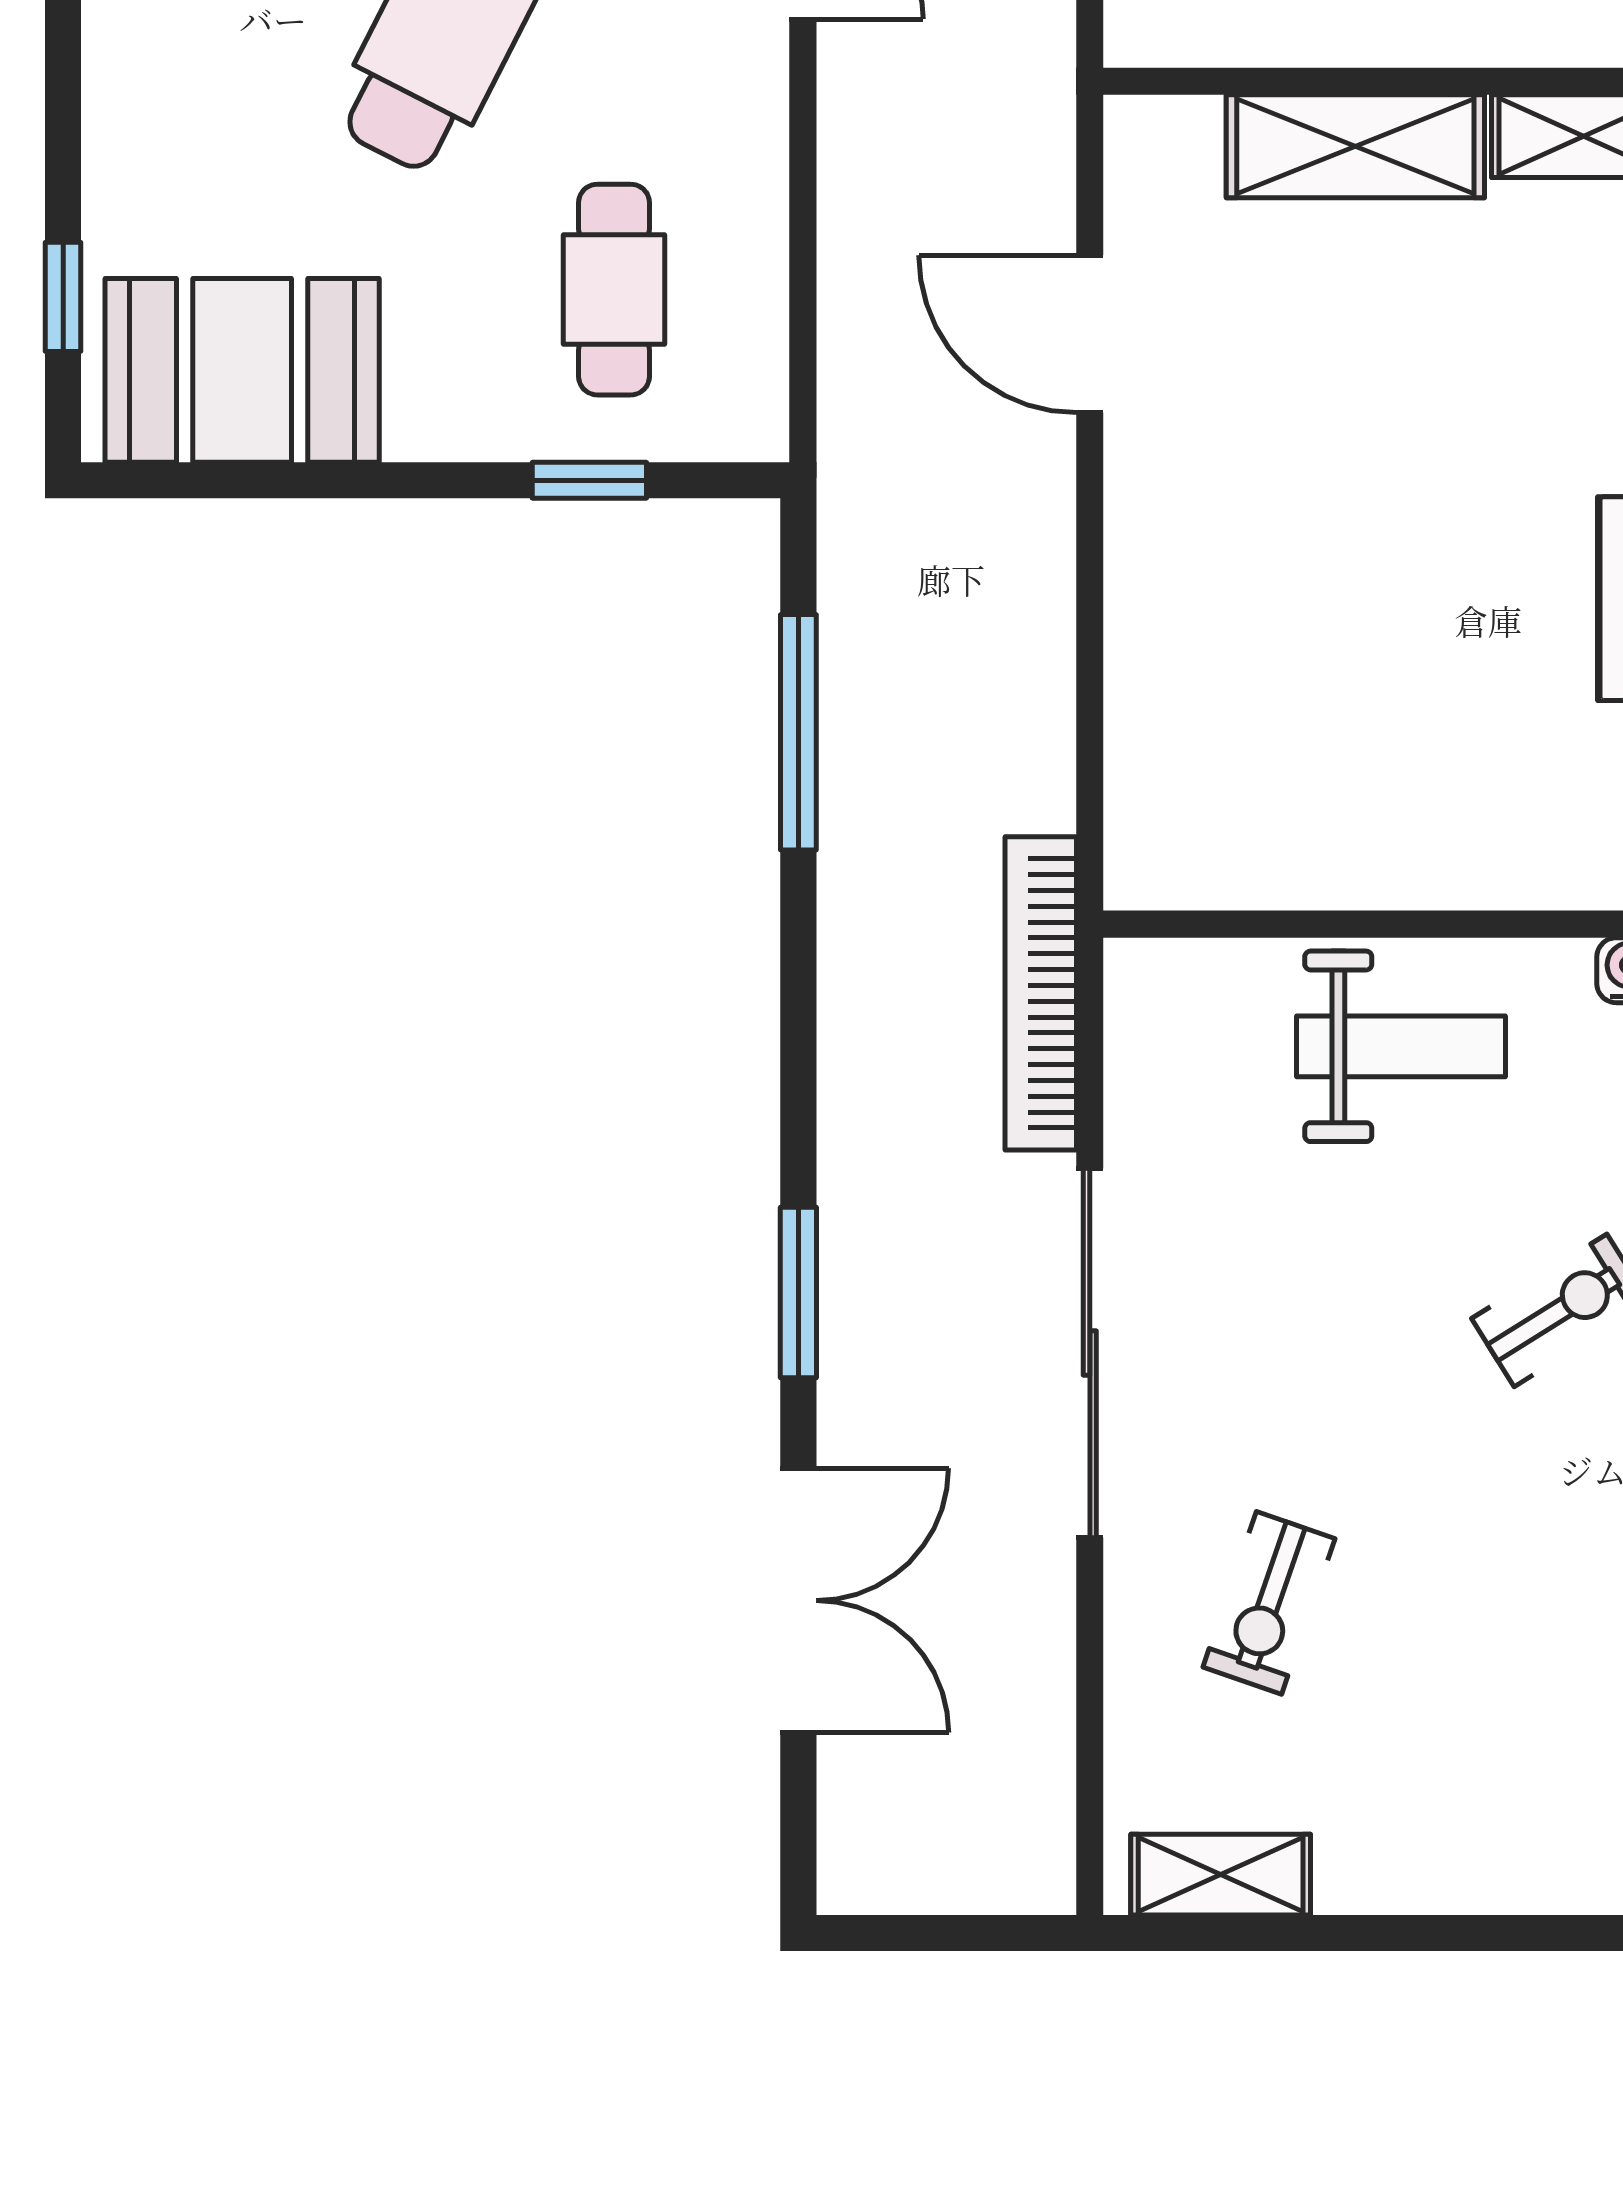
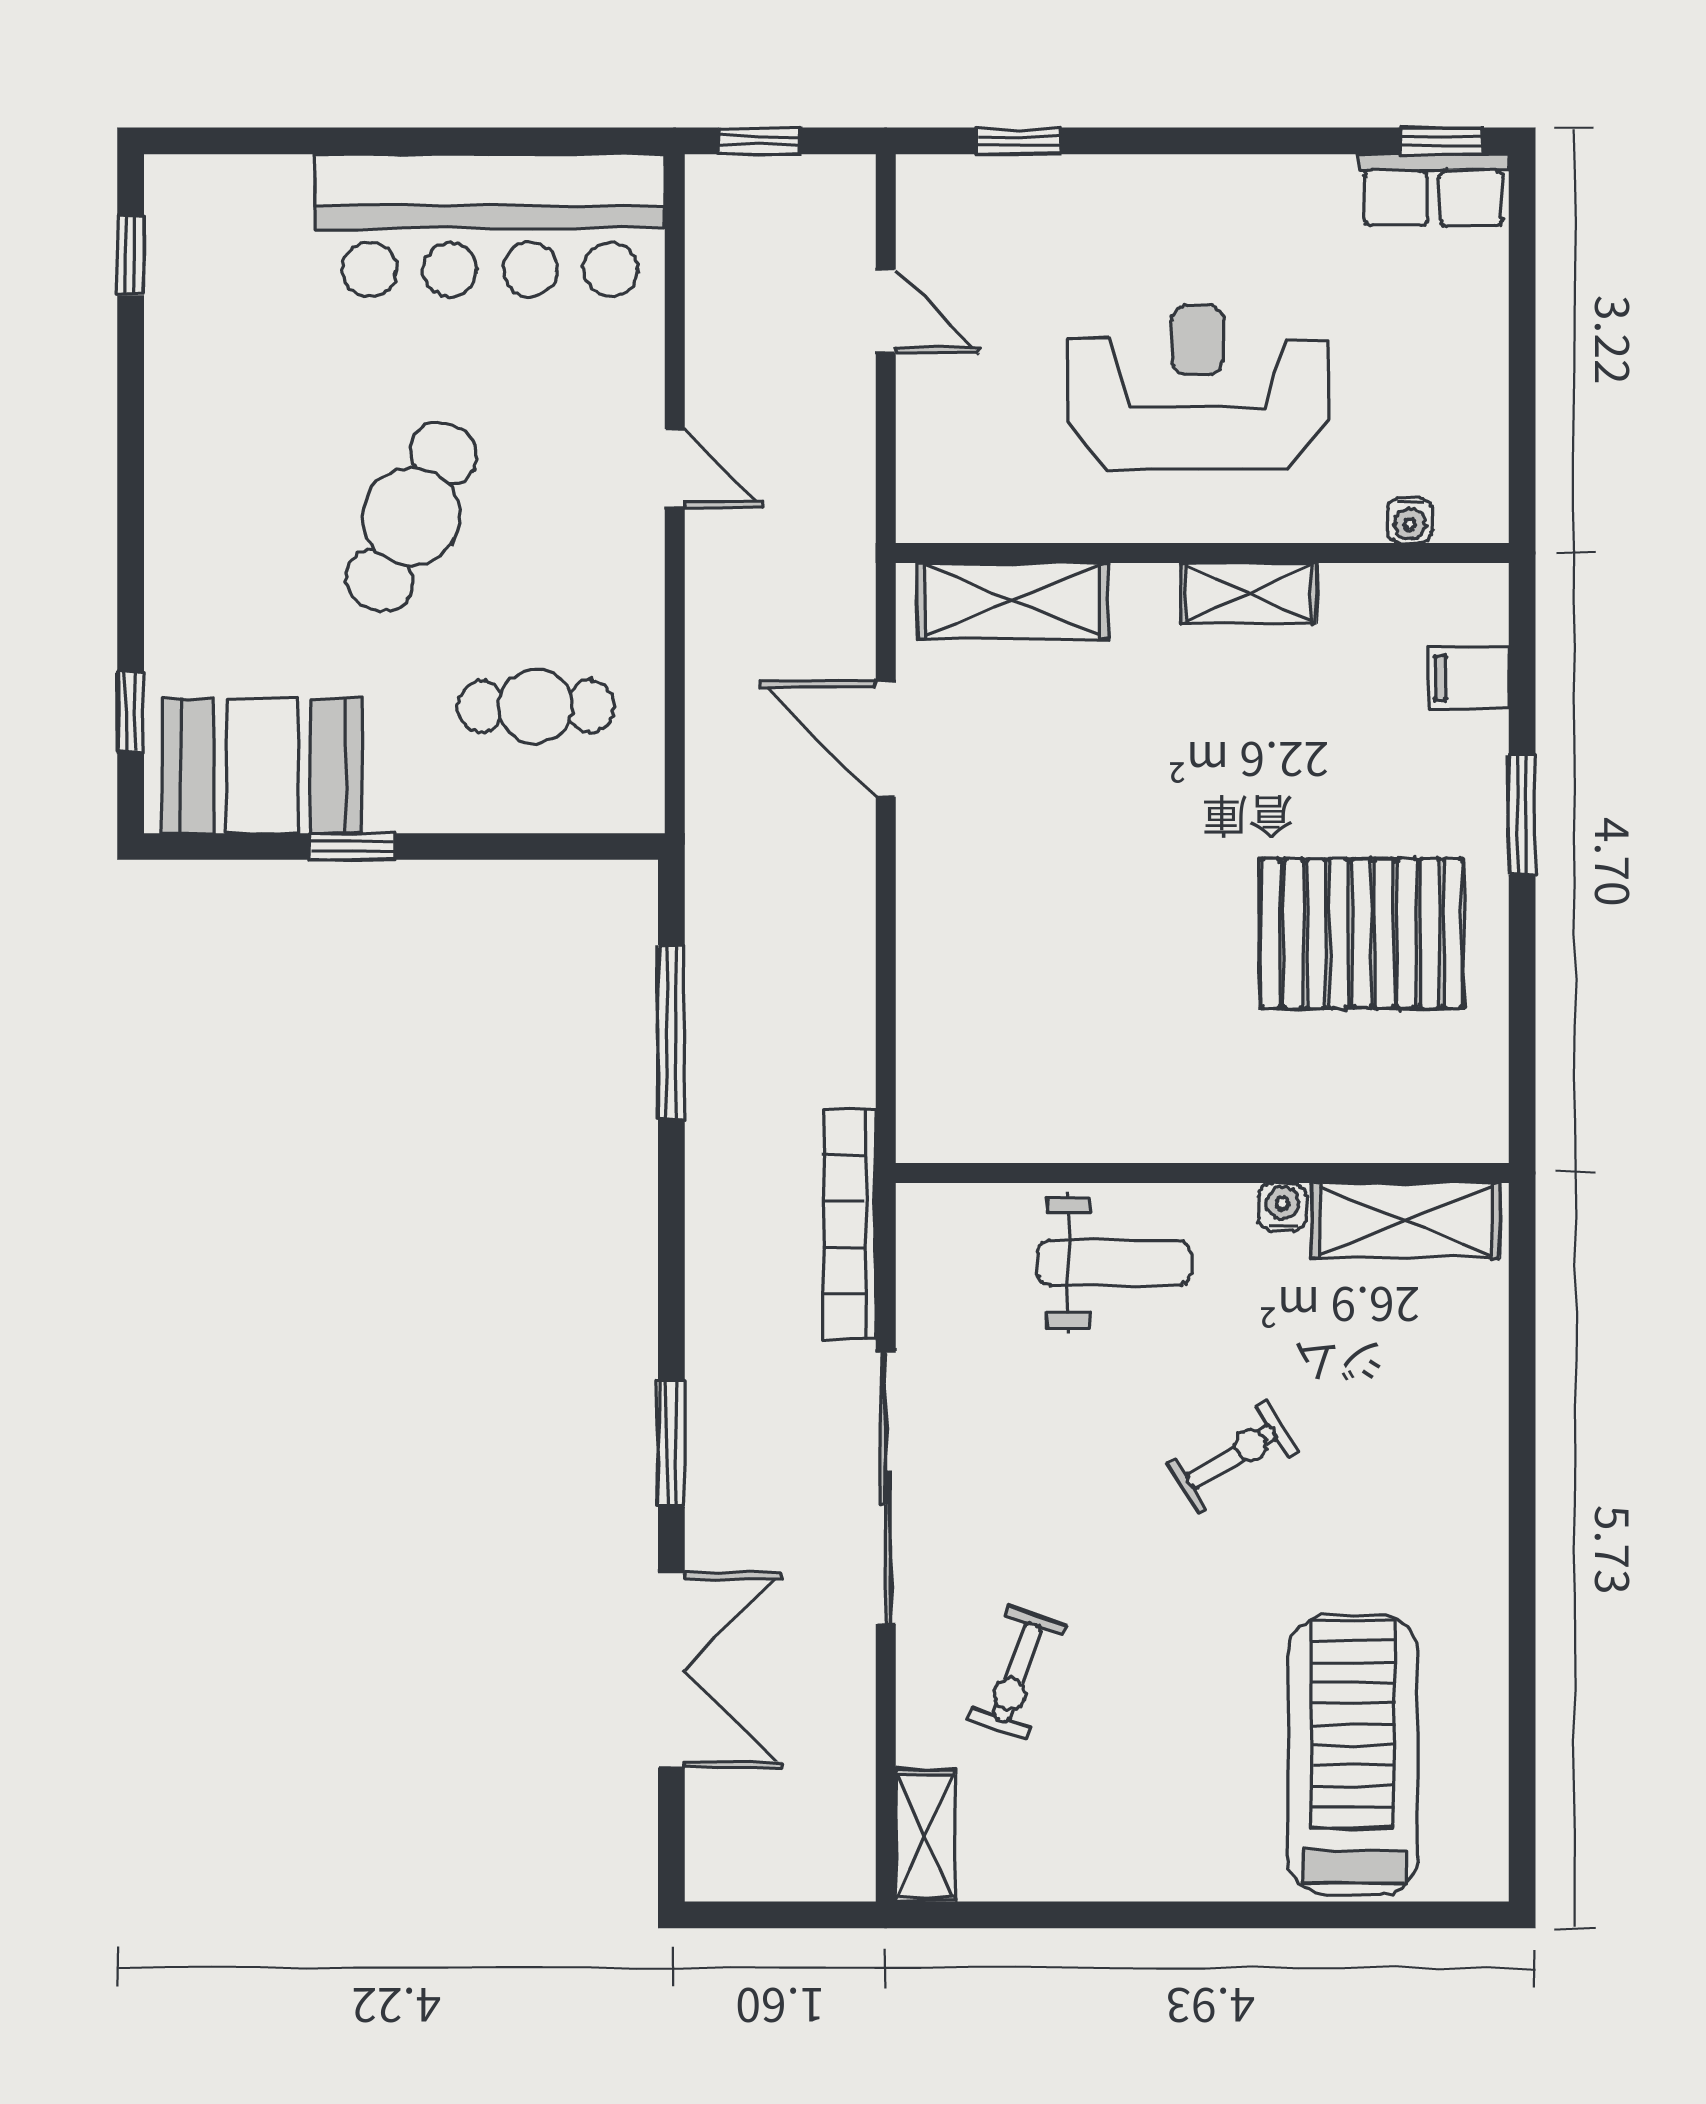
shelving: (1355, 146) -> (1013, 601), moved
cafe table: (614, 290) -> (536, 706), turned 90
window: (589, 480) -> (352, 847), moved
shelving: (1221, 1875) -> (925, 1836), moved, turned 90

